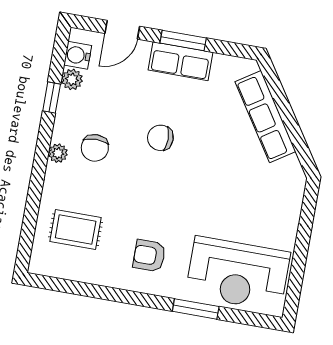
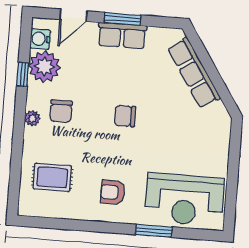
plant: (72, 79) -> (44, 67), width x1.87, depth x1.87
chair: (160, 138) -> (125, 116), moved

